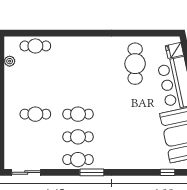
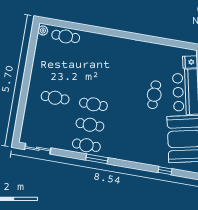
plant: (10, 61) -> (43, 31), moved
cafe table: (135, 64) -> (154, 95), moved, width x0.73, depth x0.74

